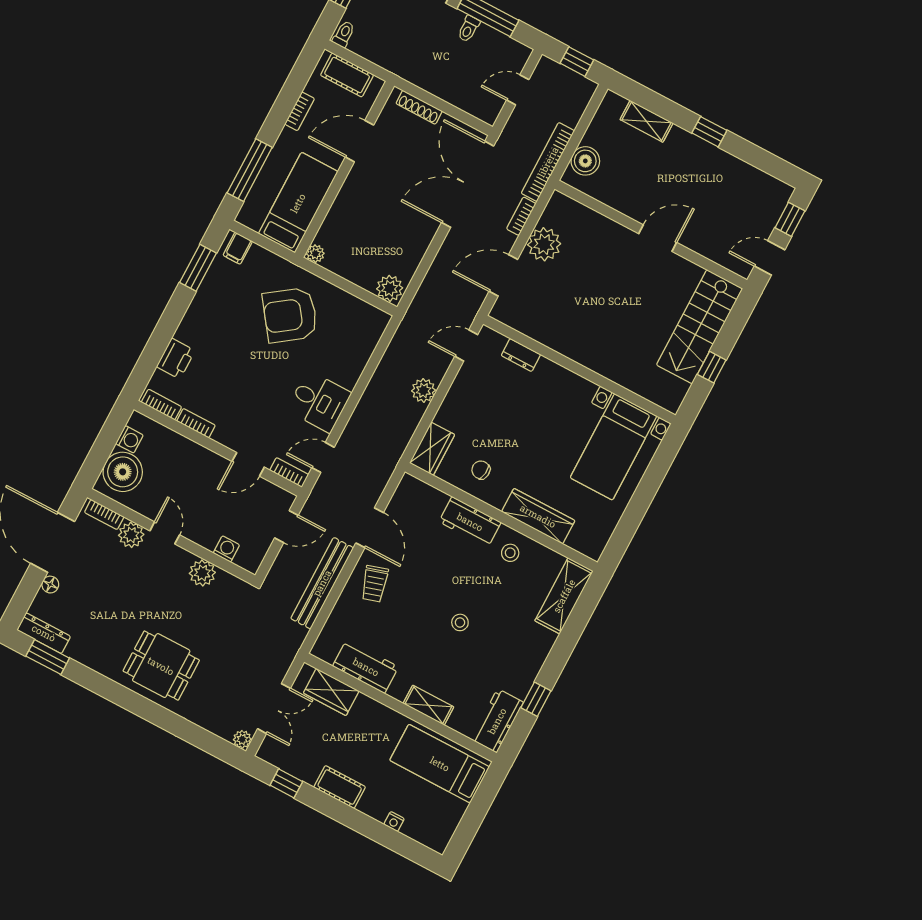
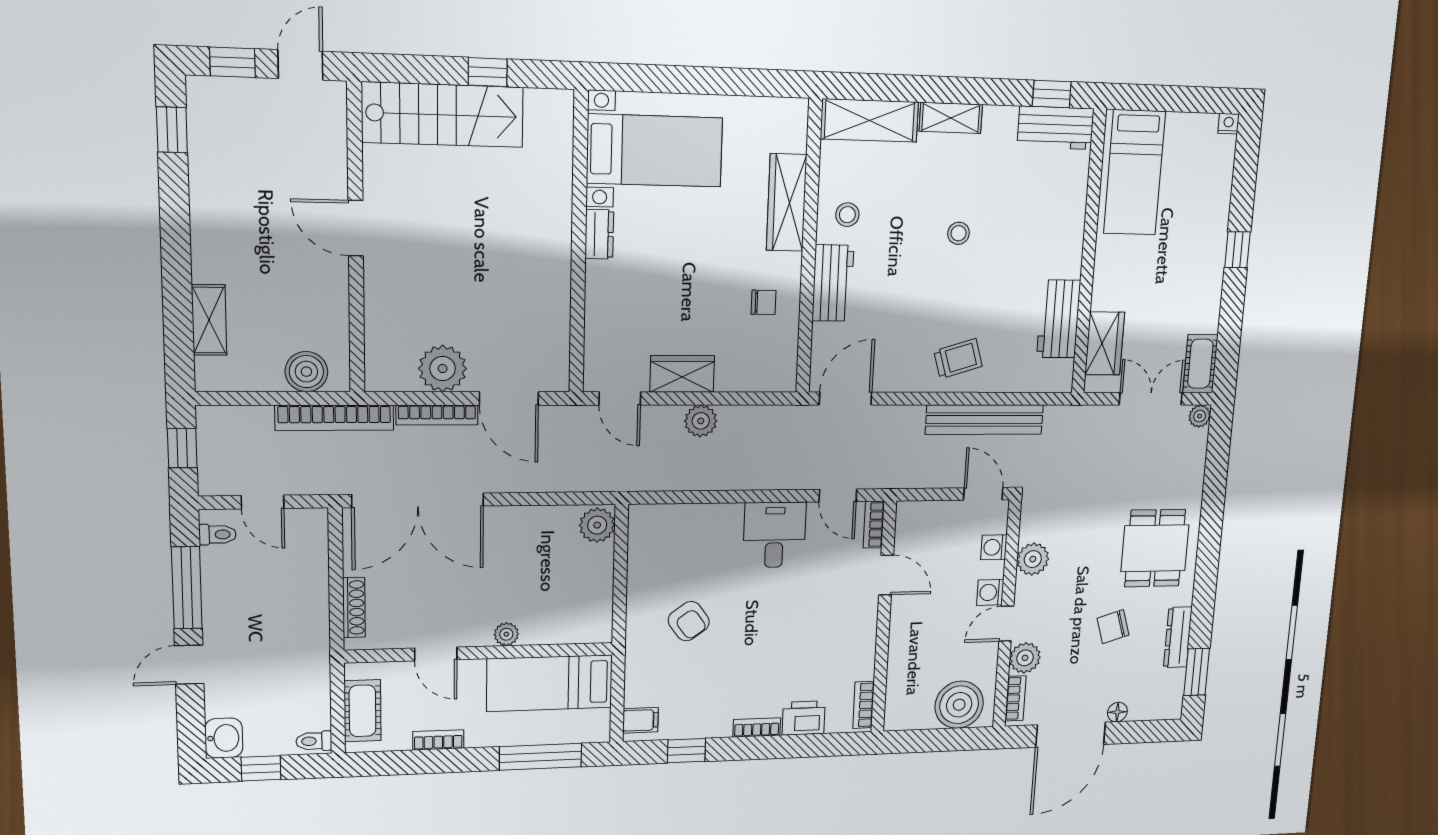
toilet: (468, 29) -> (217, 534), moved
window: (709, 132) -> (172, 130), moved
door: (360, 141) -> (436, 654), width x0.73
bookcase: (521, 216) -> (437, 415), width x1.56
plant: (315, 254) -> (506, 634), moved
door: (770, 258) -> (300, 65), swing flipped
window: (198, 268) -> (686, 751), width x0.67
armchair: (290, 315) -> (689, 621), width x0.53, depth x0.53
dresser: (521, 355) -> (599, 234), moved
bookcase: (196, 423) -> (757, 727), moved, turned 90
washing machine: (129, 439) -> (990, 592), moved, turned -90
wardrobe: (432, 449) -> (682, 374), moved
chair: (481, 470) -> (764, 302), turned -96
door: (286, 527) -> (983, 494), moved
door: (370, 528) -> (846, 399), moved
chair: (119, 609) -> (1113, 627), added
dresser: (44, 633) -> (1178, 637), moved
window: (536, 699) -> (1052, 94), moved
shelving: (428, 705) -> (951, 118), moved, turned 90
window: (286, 783) -> (1237, 250), moved
cot: (340, 787) -> (1200, 364), moved
nightstand: (394, 821) -> (1229, 124), moved, turned -90

